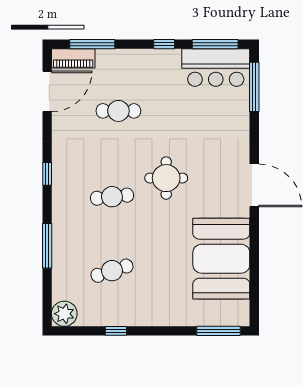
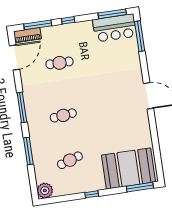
window: (164, 44) -> (68, 20), moved
window: (47, 174) -> (22, 107), width x2.17
round table: (166, 178) -> (94, 99), removed
booth: (221, 259) -> (128, 168), moved, turned 90
window: (116, 331) -> (92, 194), moved

